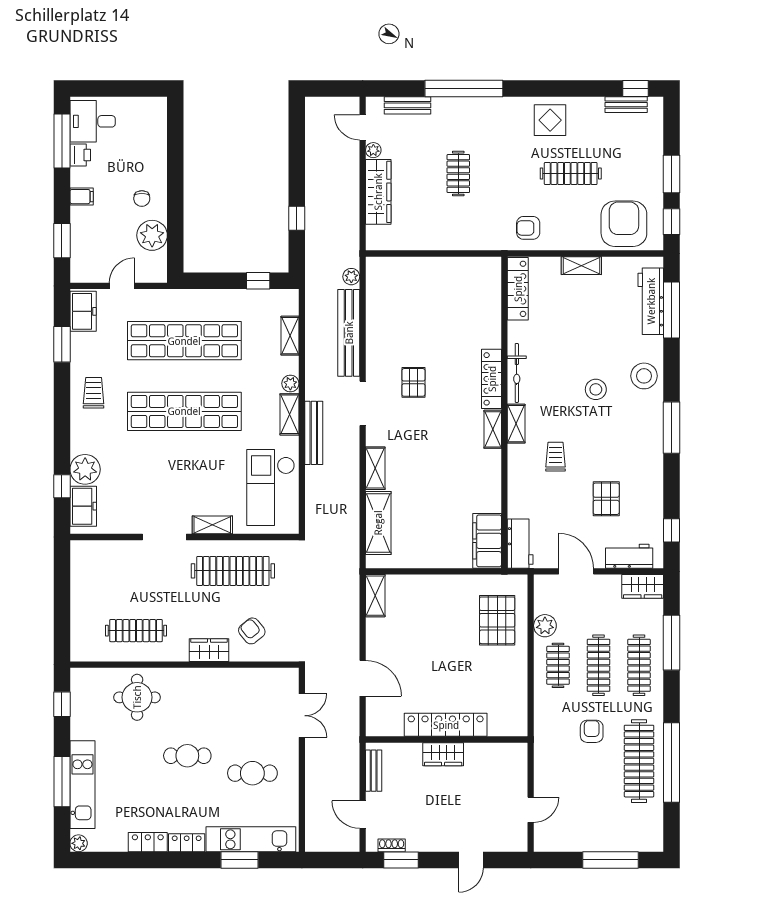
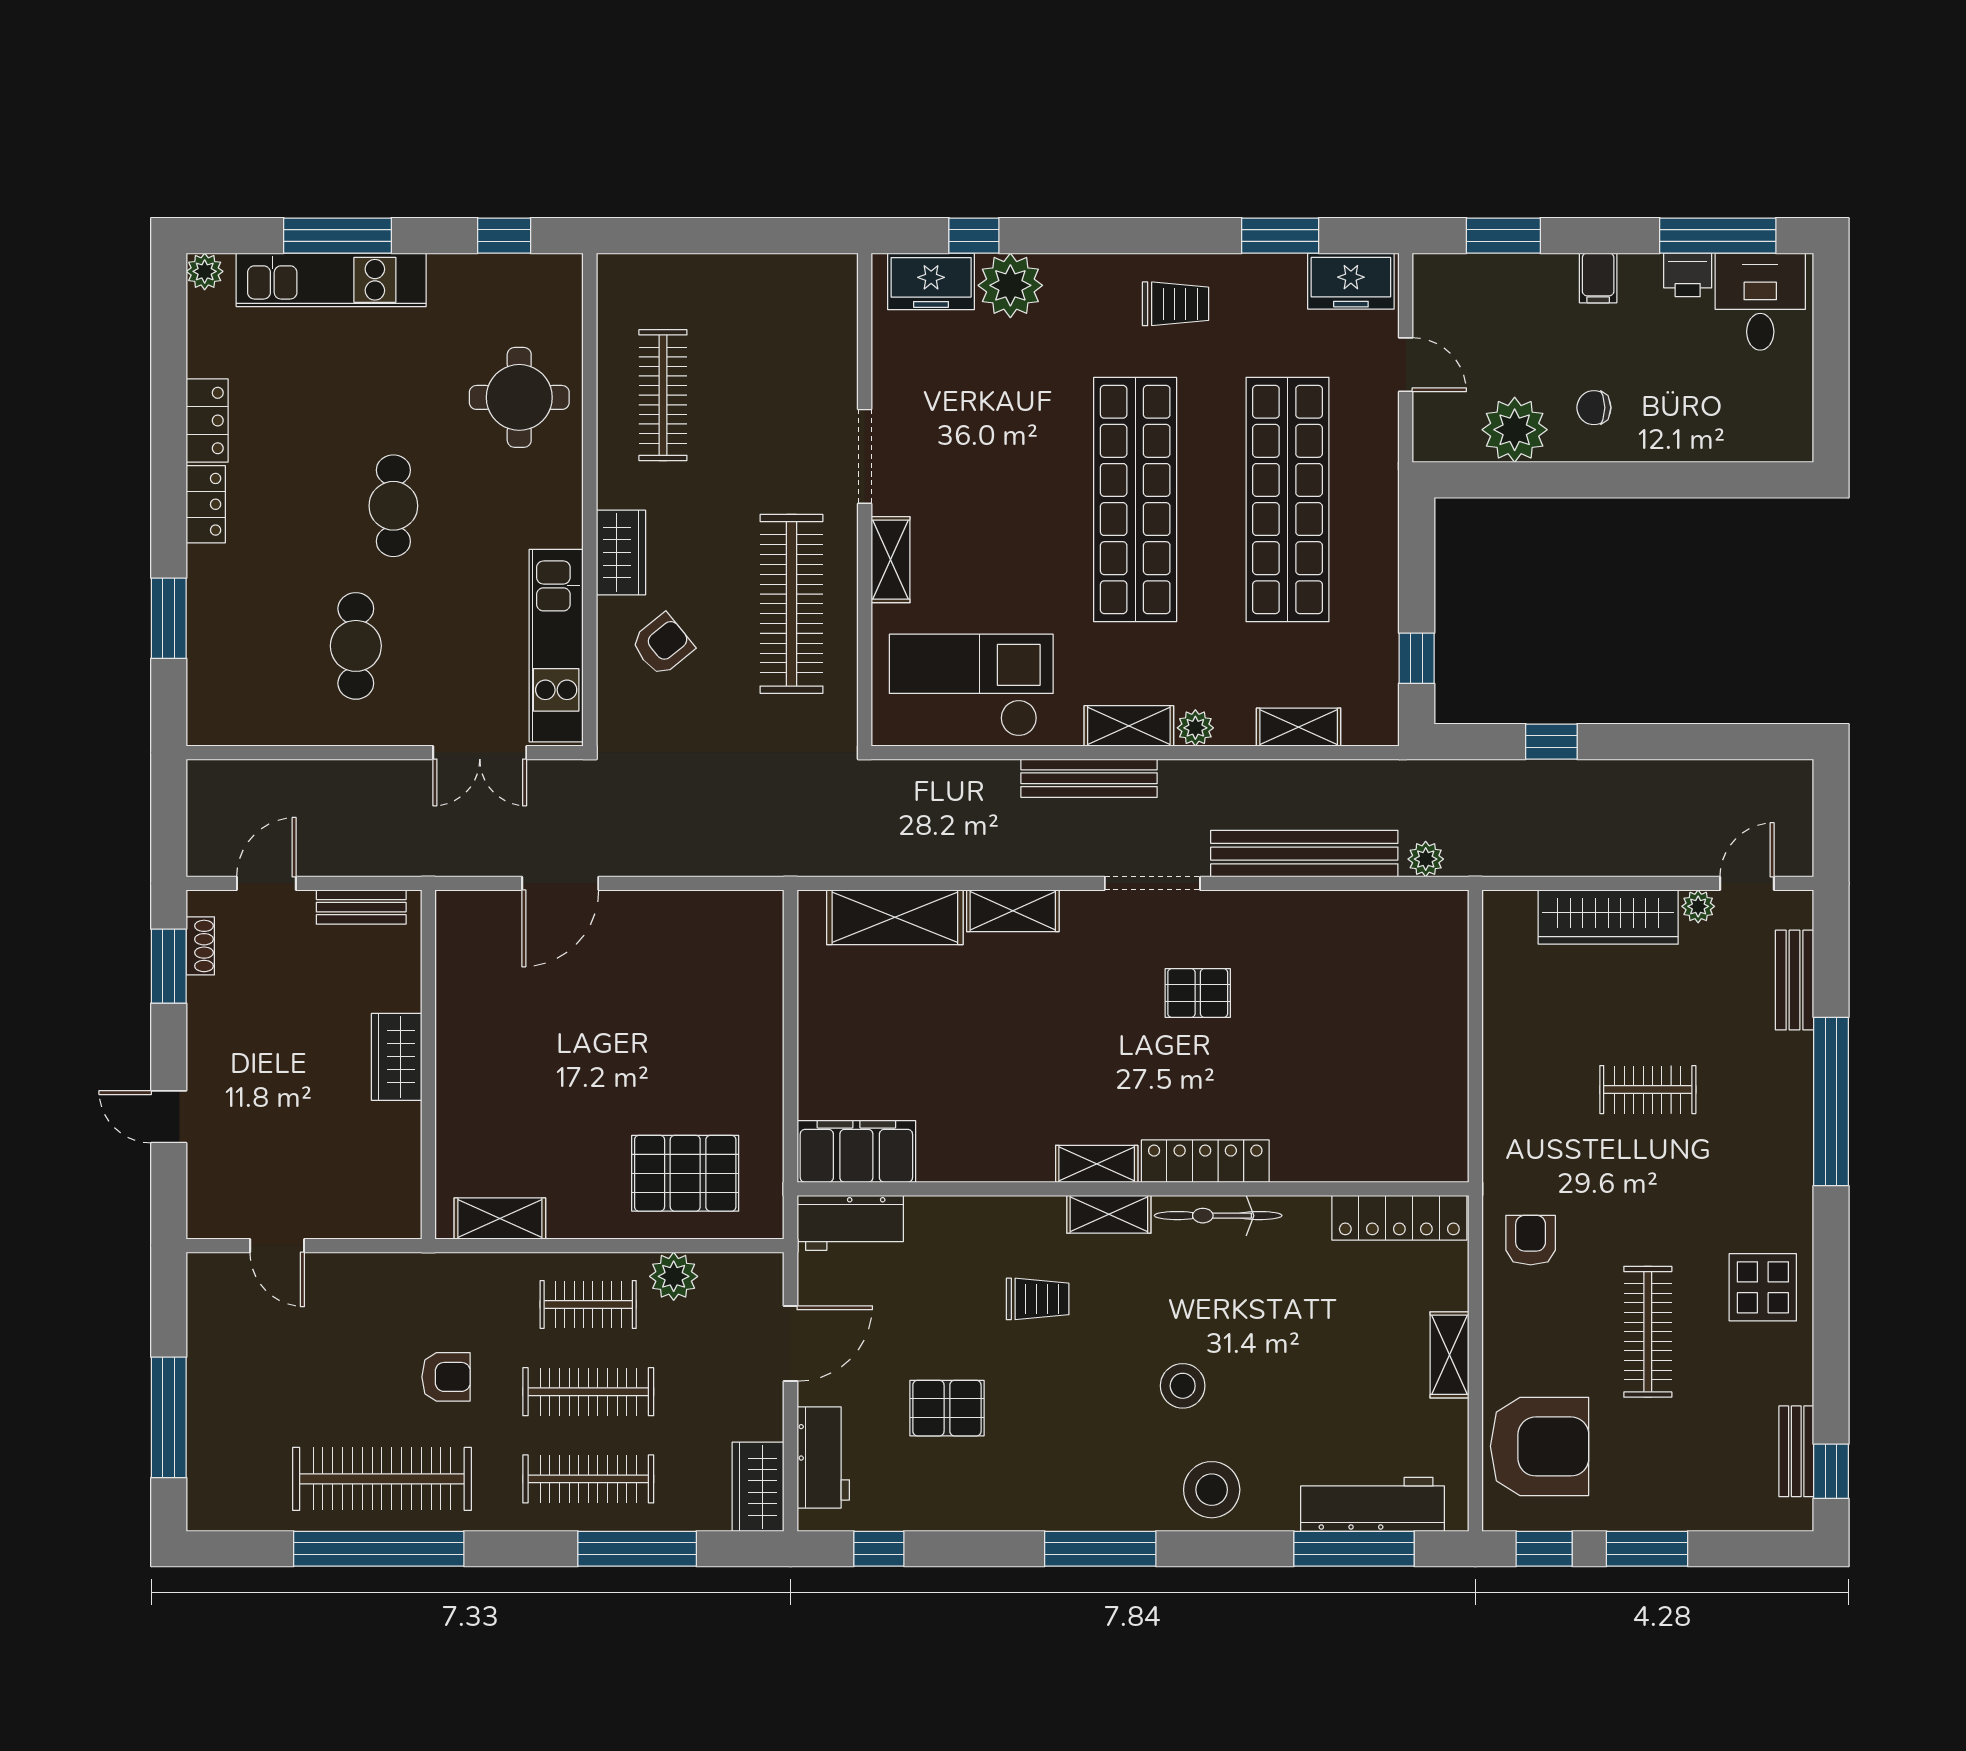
shelving: (375, 596) -> (500, 1218), moved
locker: (446, 725) -> (460, 1062), removed
kitchen unit: (251, 839) -> (556, 646), moved, turned 180

